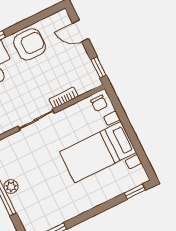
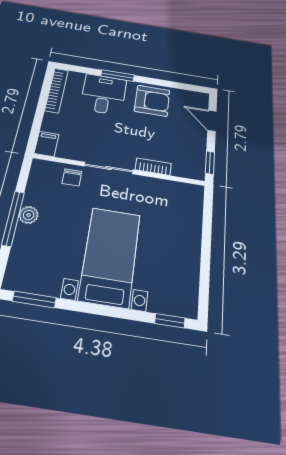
chair: (99, 103) -> (72, 177), moved
bed with nightstands: (98, 152) -> (110, 256), moved, turned 90

